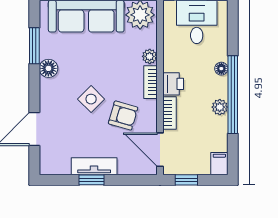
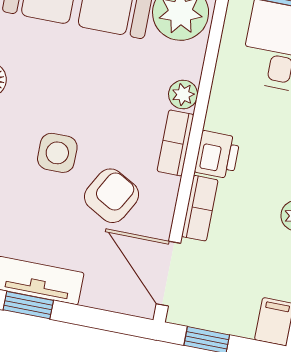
side table: (91, 99) -> (57, 153), turned 45
armchair: (123, 115) -> (112, 196), turned -77

